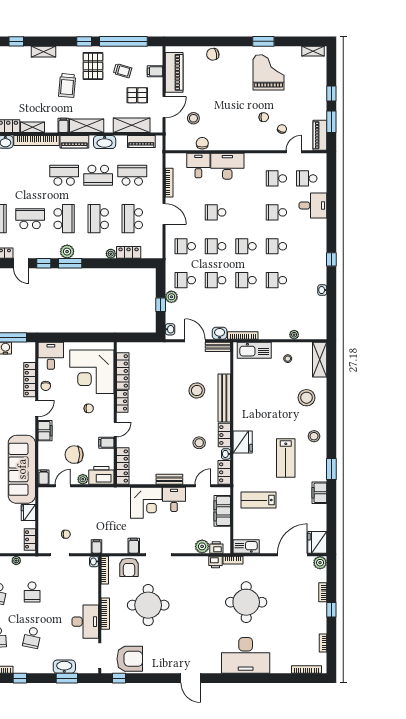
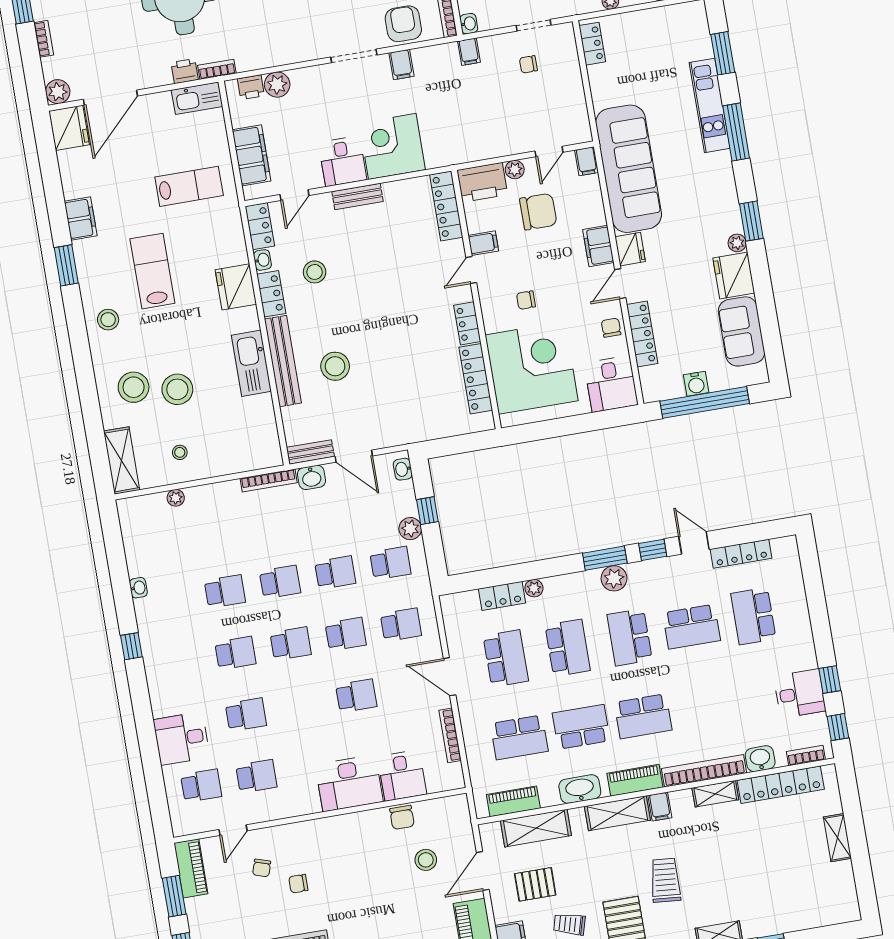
kitchen sink: (254, 350) -> (251, 363), moved, turned -90
stool: (283, 393) -> (177, 389), added
fridge: (28, 512) -> (630, 249), moved
printer: (216, 562) -> (185, 71), moved

